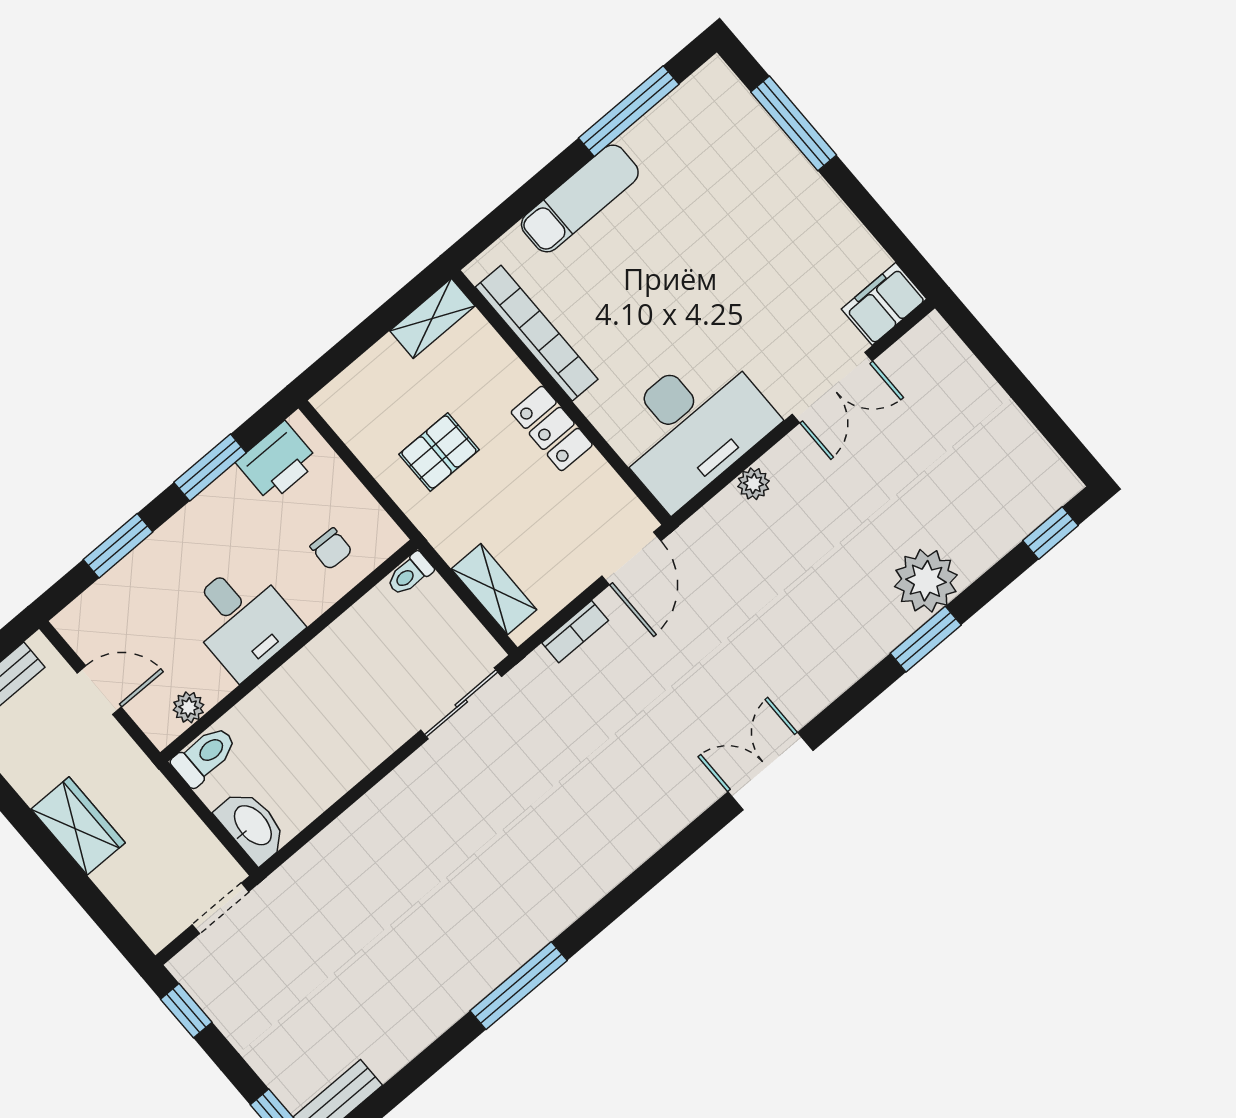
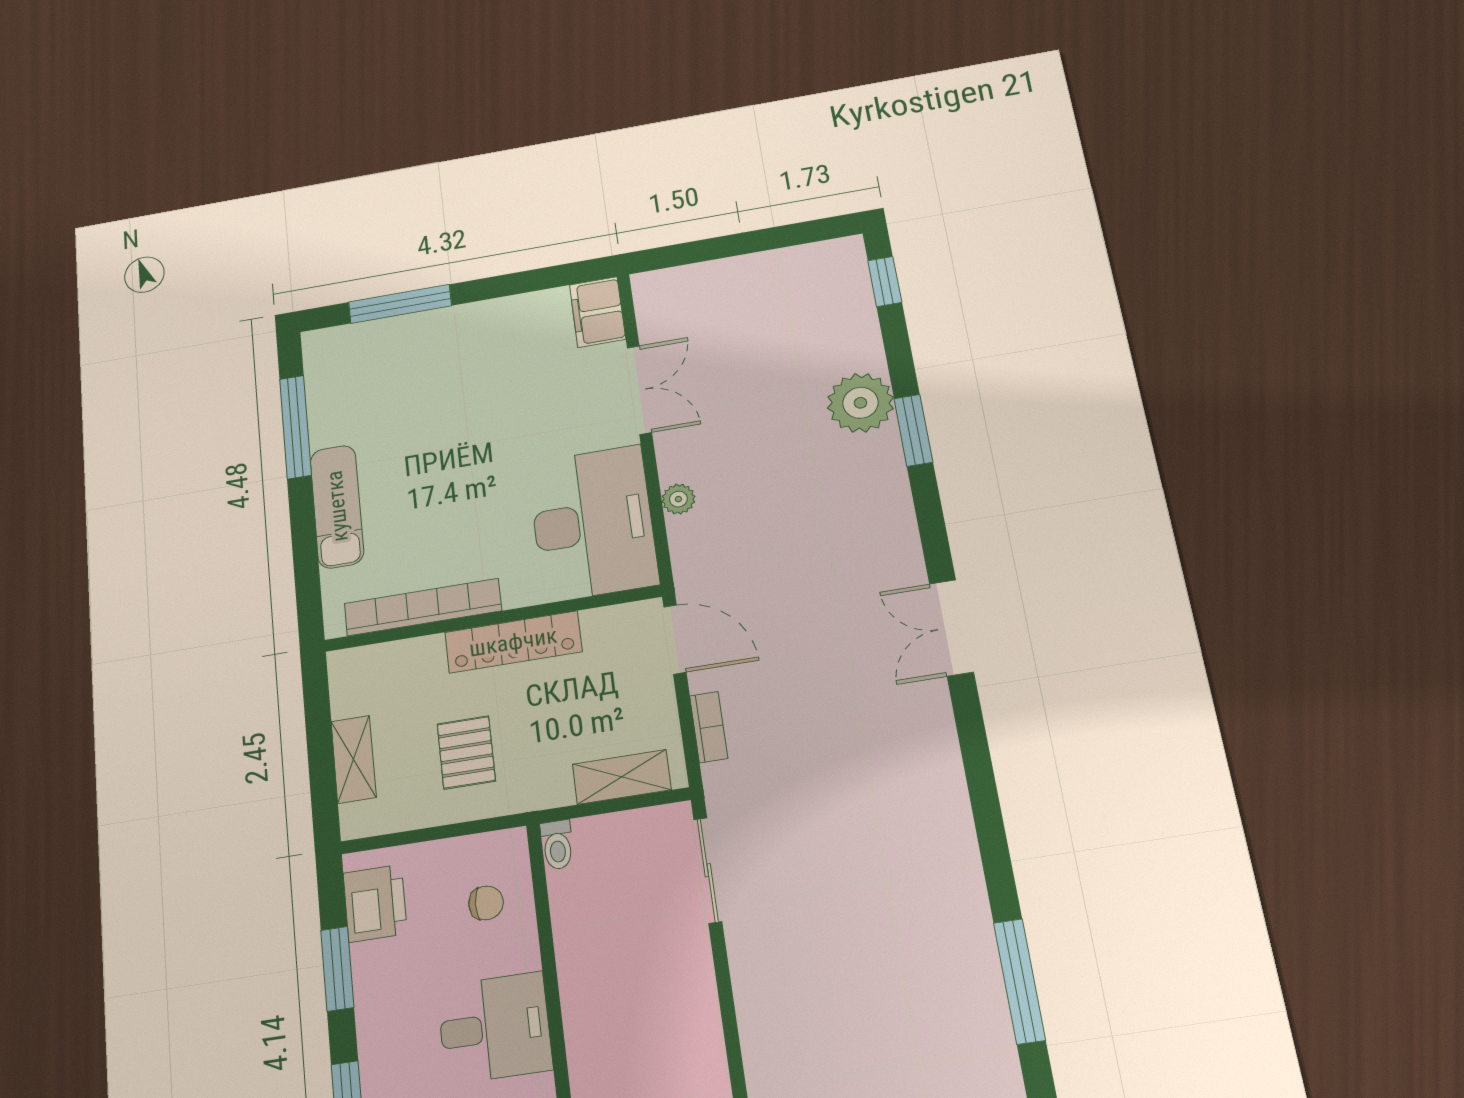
shelving: (432, 318) -> (354, 759), moved
locker: (552, 428) -> (513, 642), width x1.53

